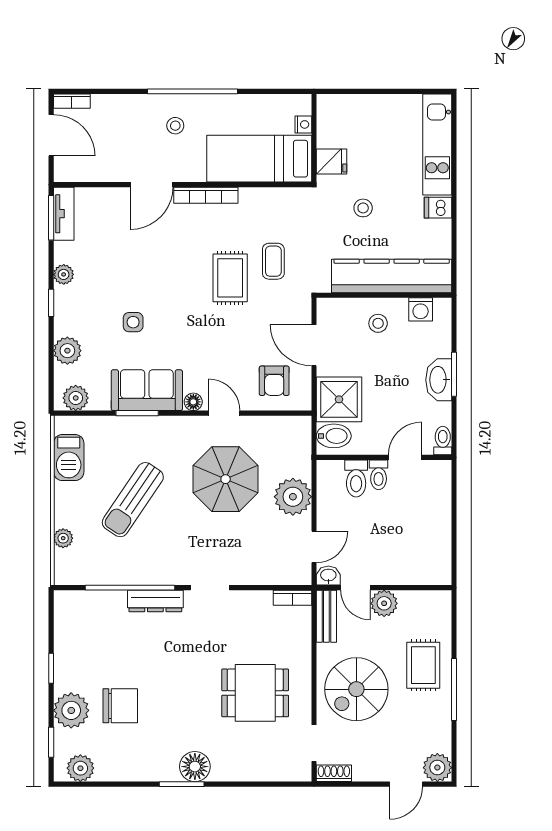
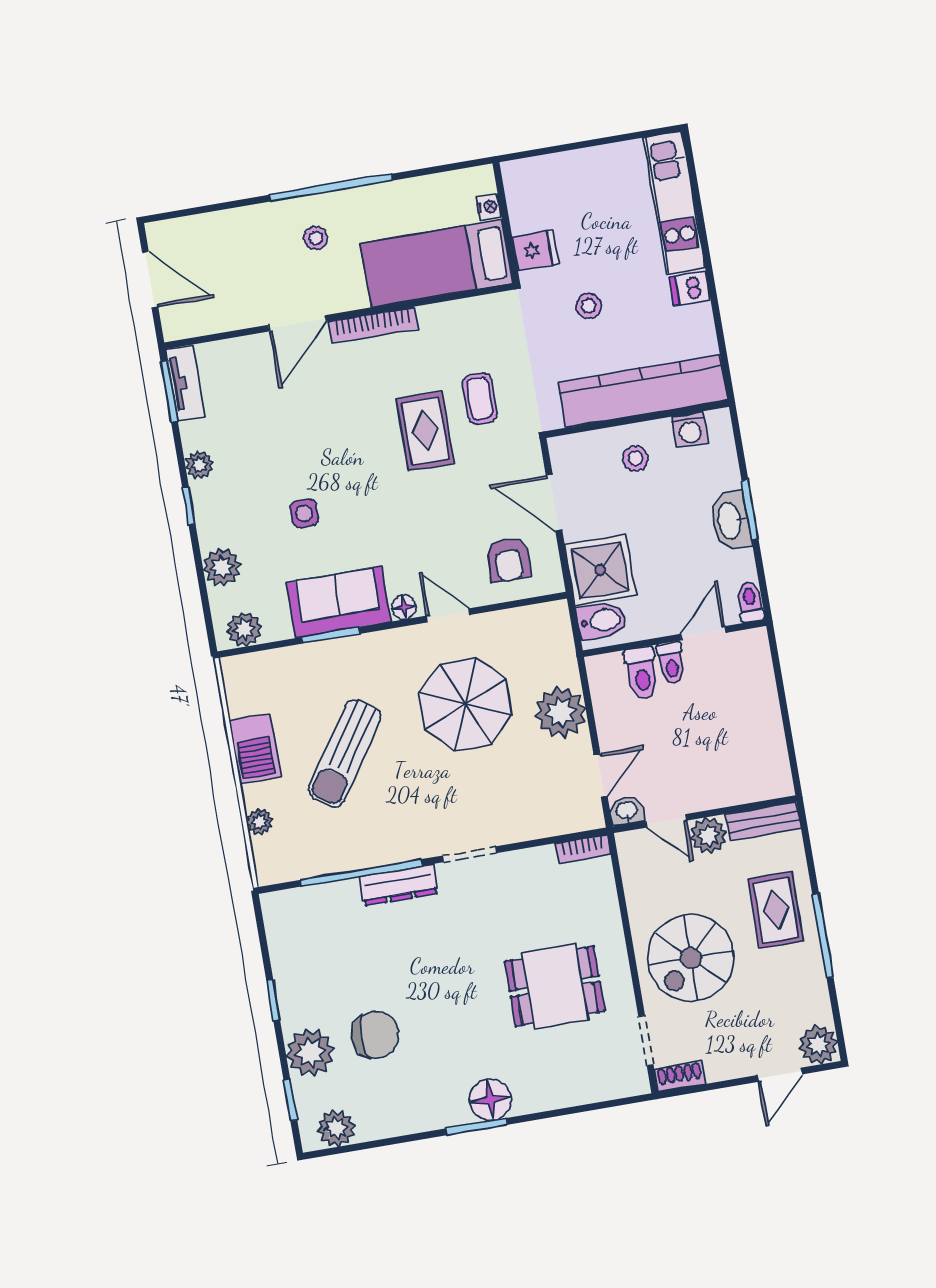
bookcase: (72, 101) -> (170, 229), removed
barbecue: (69, 458) -> (255, 748), moved
bench: (326, 616) -> (764, 821), moved, turned 90

